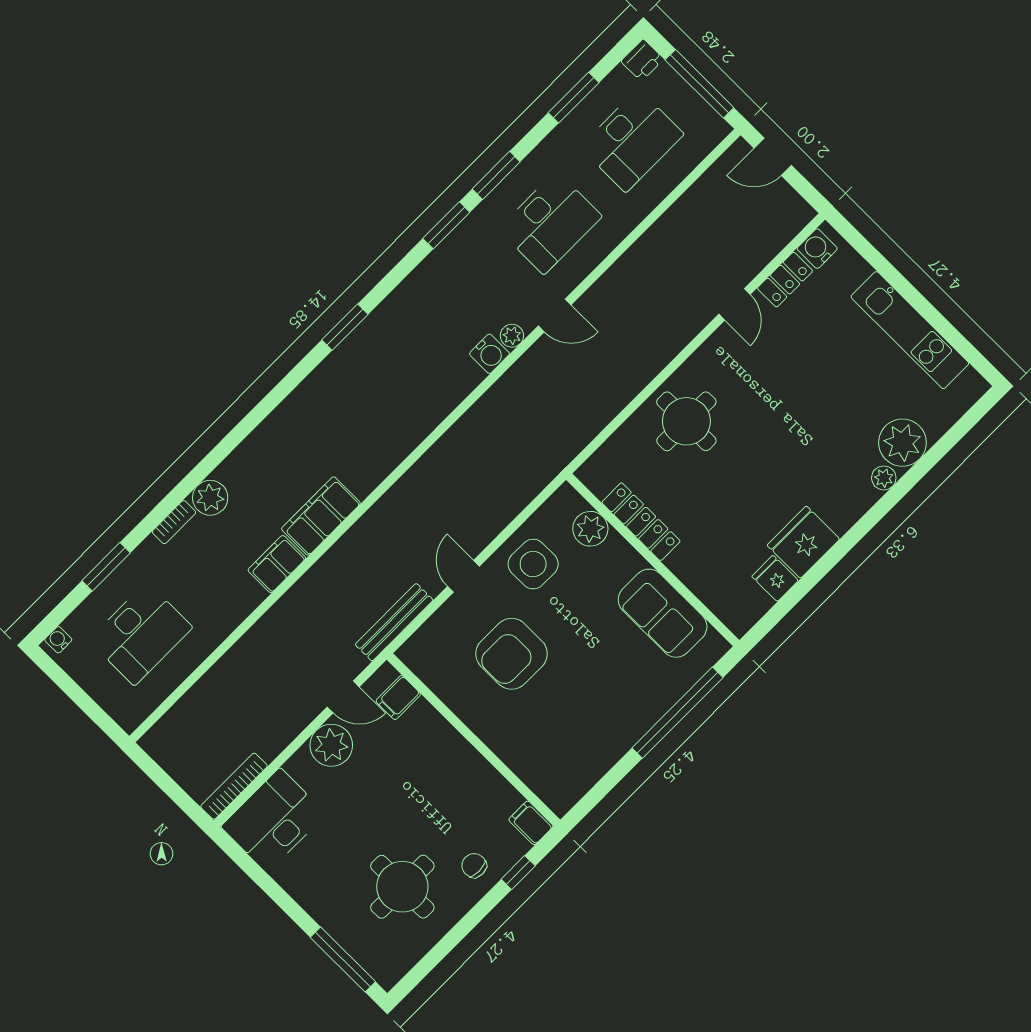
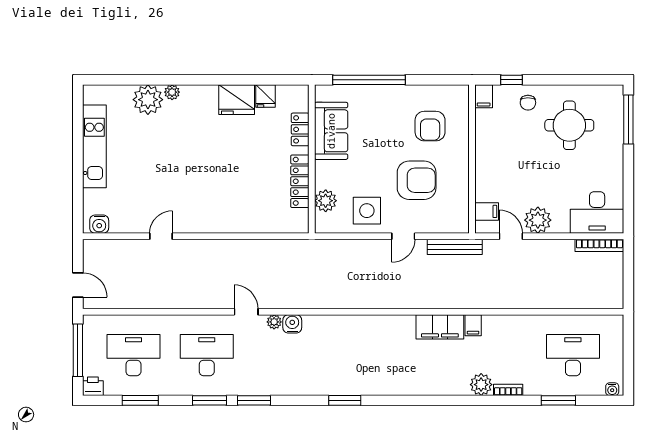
locker: (785, 280) -> (300, 129), moved, turned -90
round table: (686, 421) -> (235, 206), removed
filing cabinet: (277, 564) -> (473, 325), width x0.50
armchair: (557, 729) -> (430, 126), added

